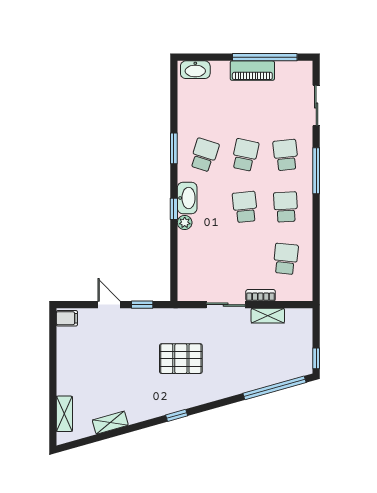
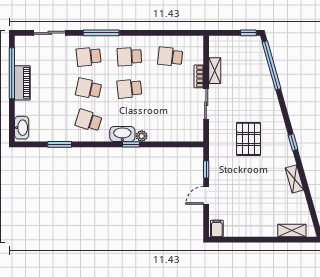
window: (174, 148) -> (60, 144), moved
shelving: (110, 423) -> (294, 179), moved

